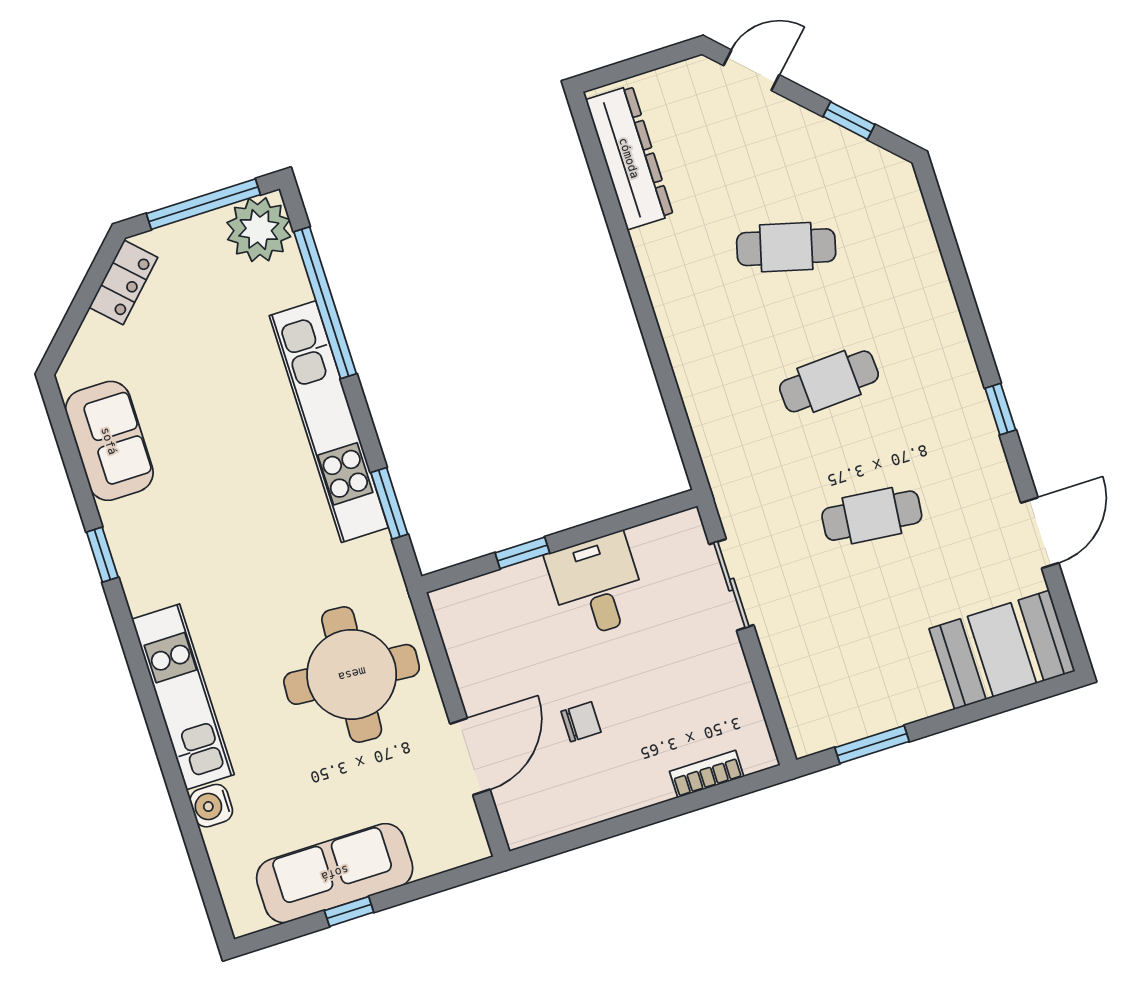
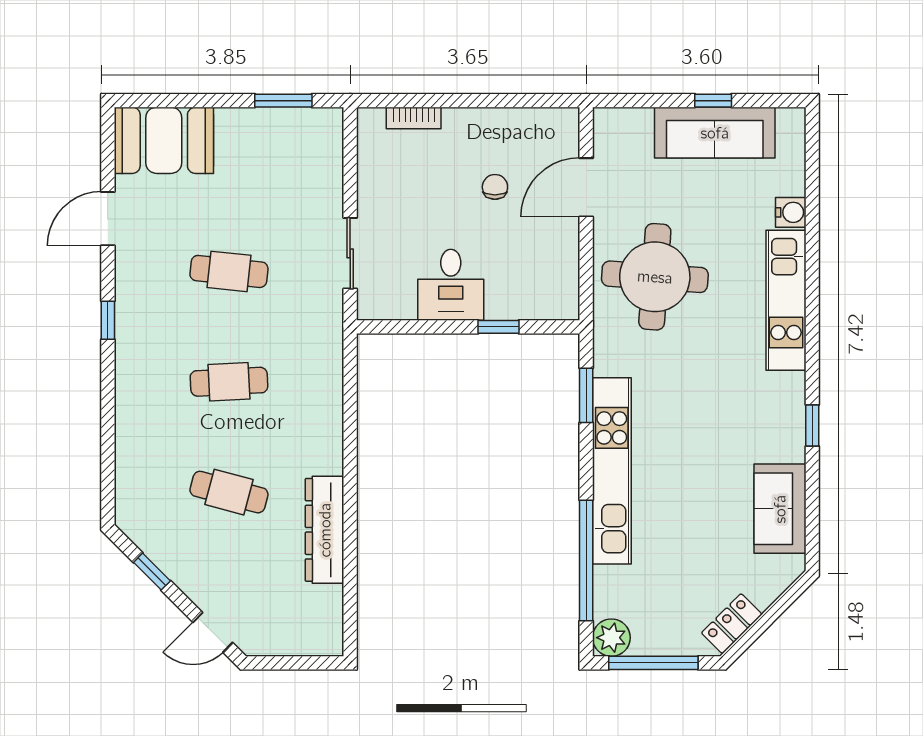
dresser: (629, 158) -> (325, 530), moved
plant: (259, 230) -> (611, 638), width x0.73, depth x0.73
chair: (581, 722) -> (495, 187), turned 90

